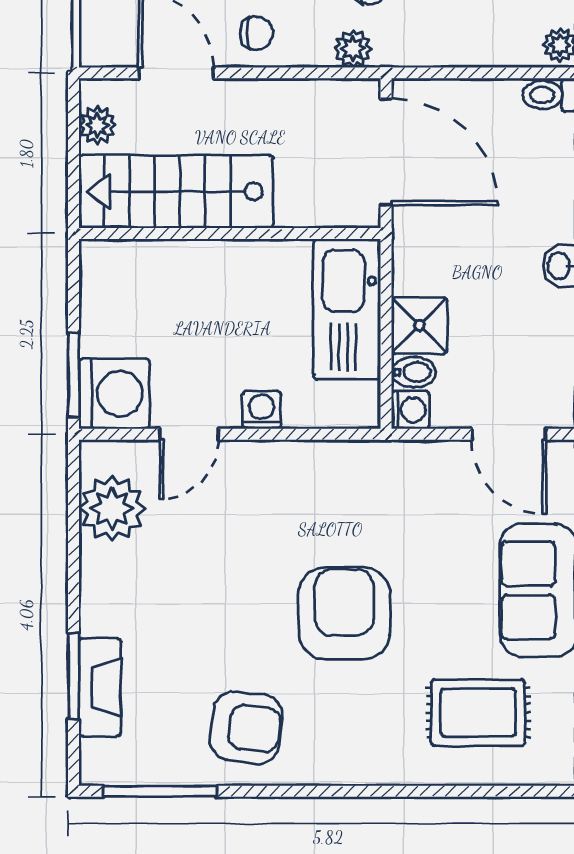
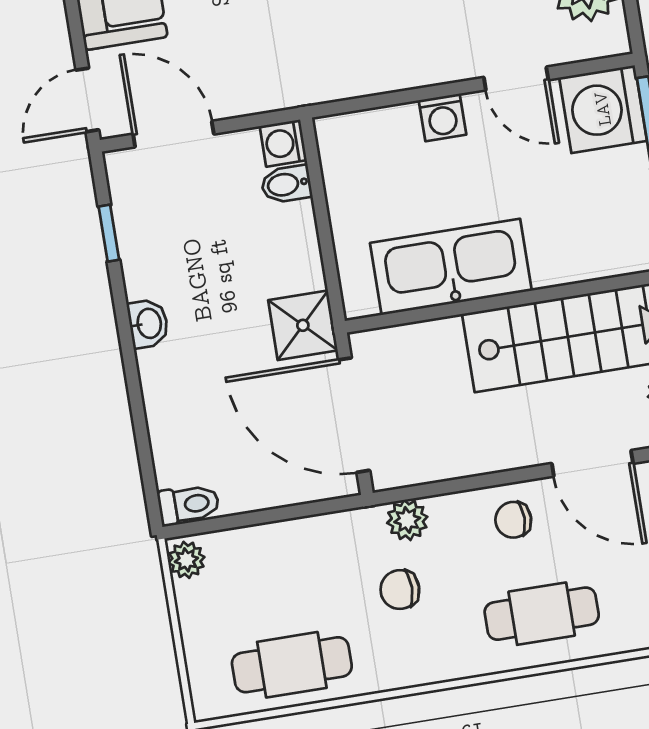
kitchen sink: (347, 309) -> (451, 267), moved, turned -90
shower: (419, 325) -> (303, 325), moved
door: (189, 434) -> (516, 79), swing flipped

